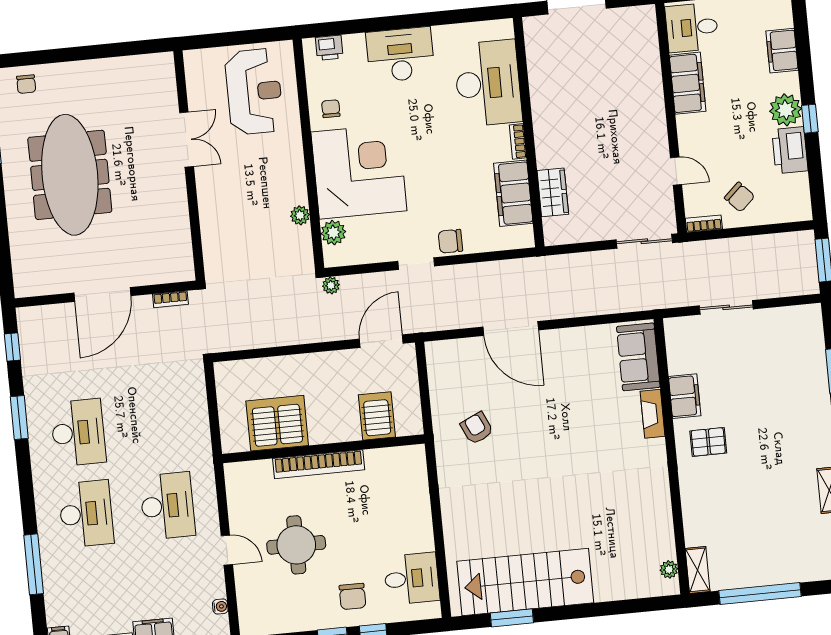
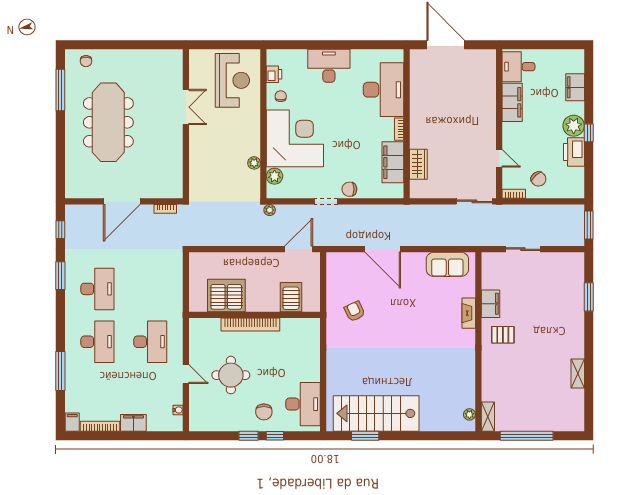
printer: (329, 48) -> (274, 74), moved, turned -90
sofa: (638, 357) -> (447, 264), moved, turned -90
desk: (412, 579) -> (303, 404), width x1.37

